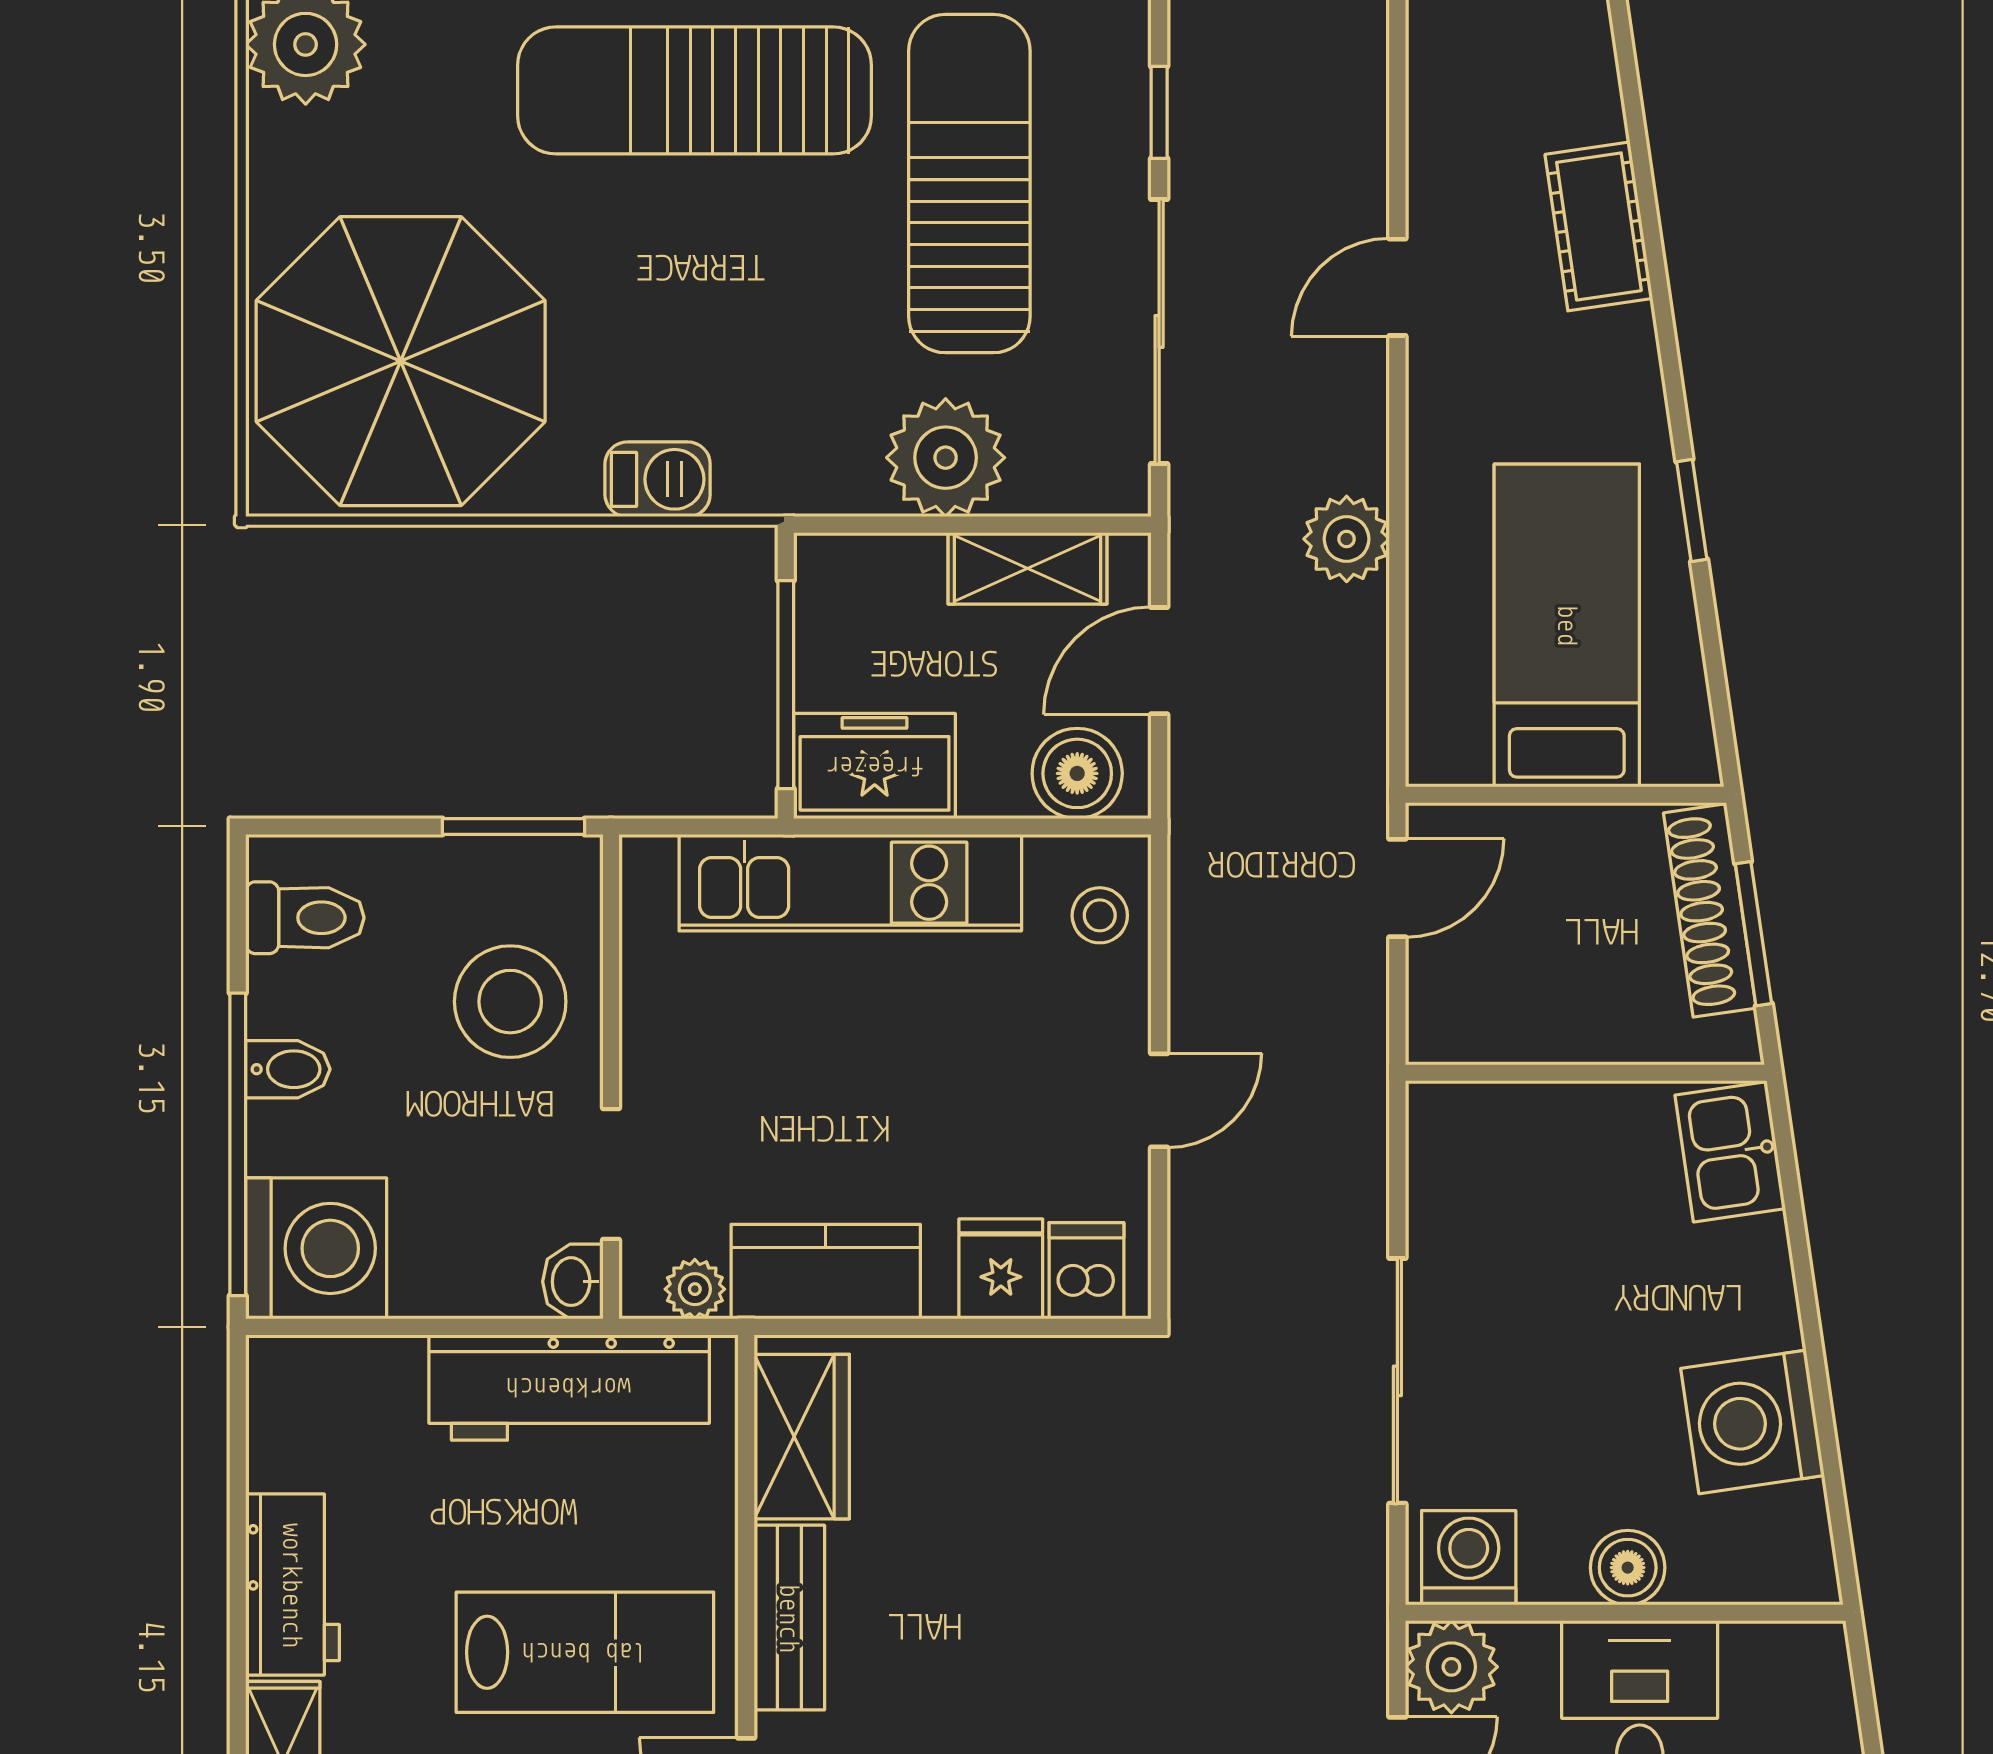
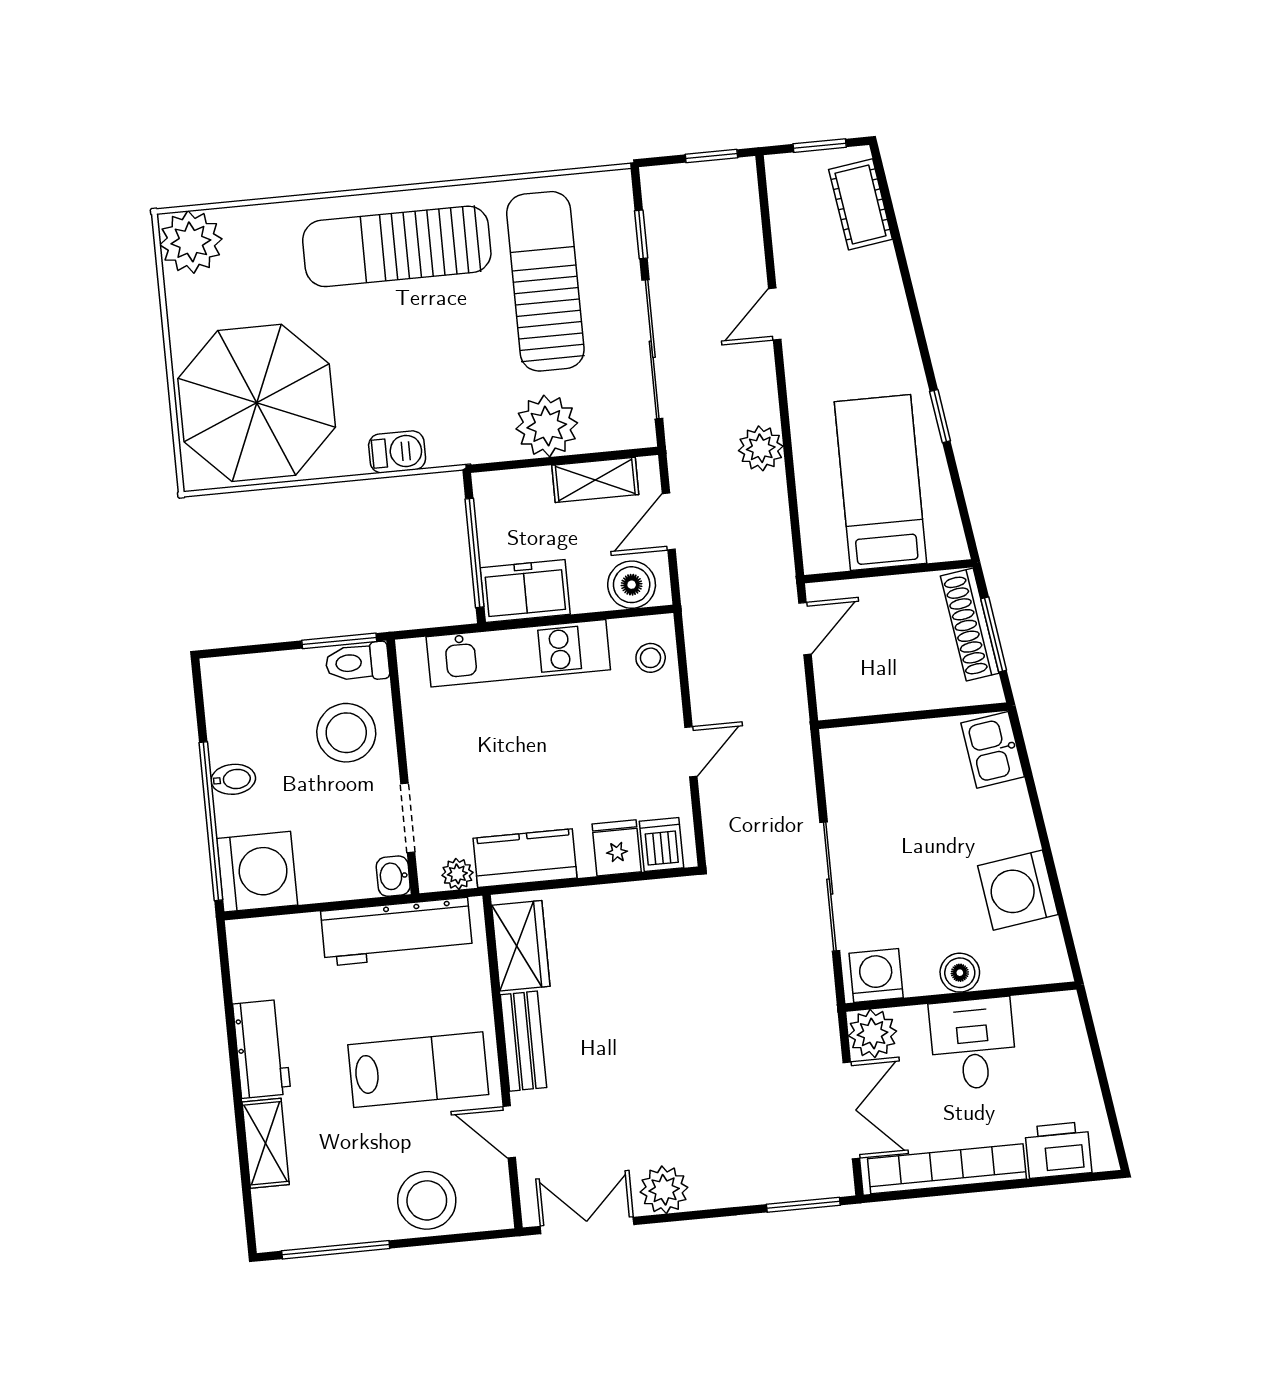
cot: (1599, 226) -> (861, 204), moved
toilet: (305, 918) -> (357, 662), moved, turned 180

